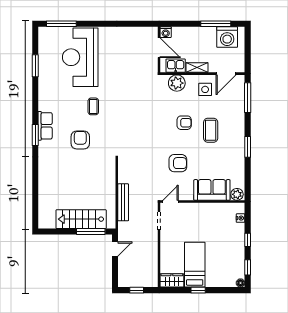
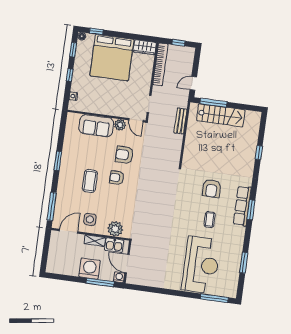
window: (216, 24) -> (100, 283), moved
washing machine: (227, 37) -> (90, 269), moved
coffee table: (93, 106) -> (210, 220), moved
armchair: (184, 123) -> (117, 178), moved
row of seats: (45, 126) -> (242, 206), width x1.48
window: (35, 135) -> (251, 210), moved
window: (35, 185) -> (259, 152), added
plant: (237, 194) -> (120, 125), moved
bench: (123, 202) -> (180, 121), width x0.73
door: (171, 202) -> (136, 120), hinge flipped
bookcase: (153, 265) -> (160, 64), added
bed: (195, 265) -> (112, 58), width x2.04
window: (198, 290) -> (96, 31), moved

